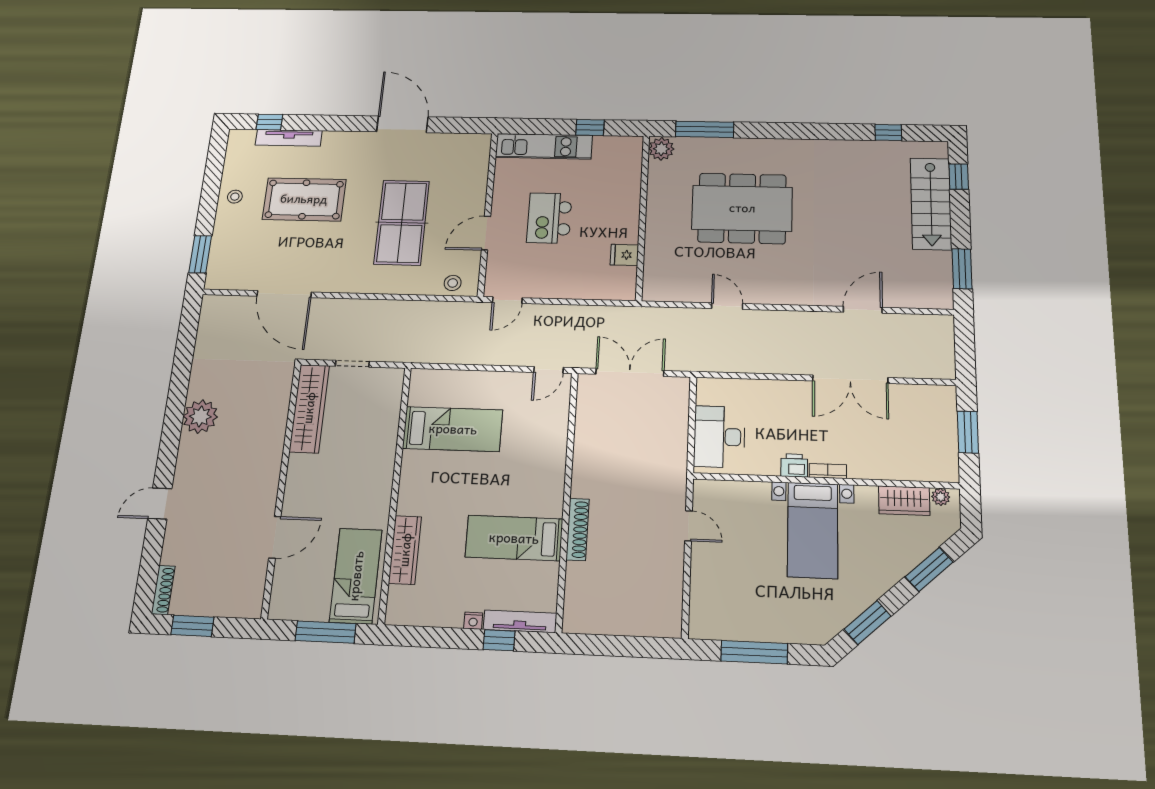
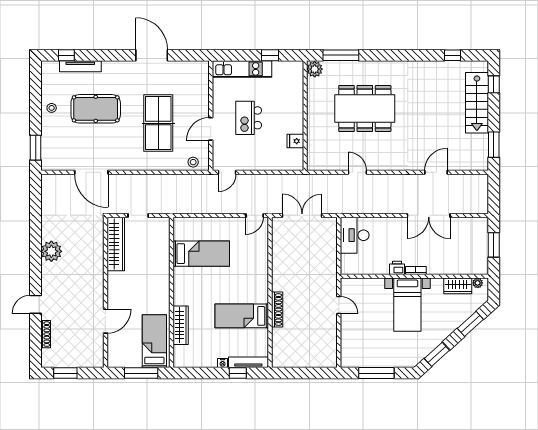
desk: (719, 437) -> (355, 235), moved
shoe rack: (163, 590) -> (46, 334), moved

